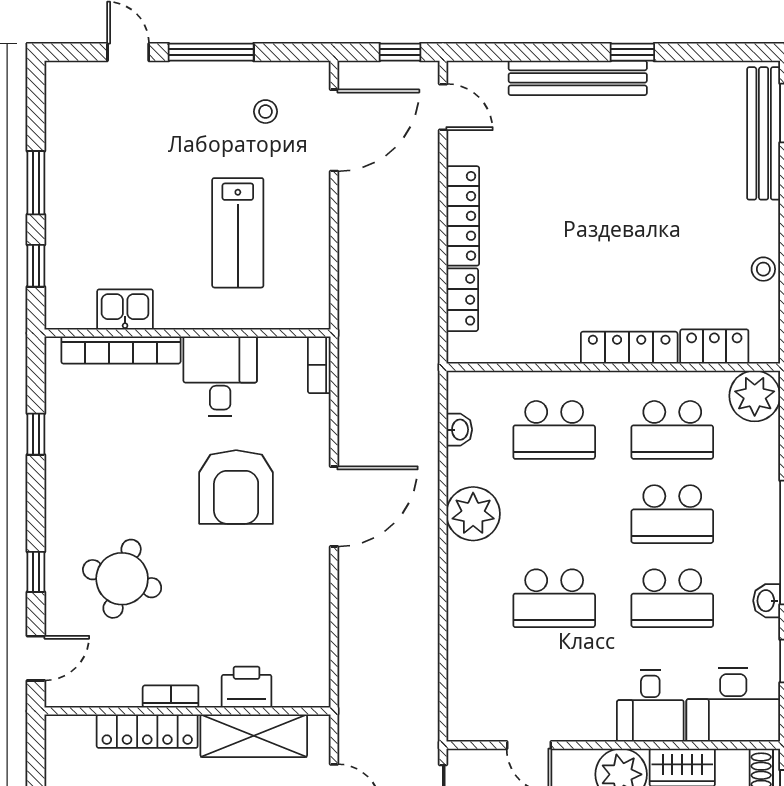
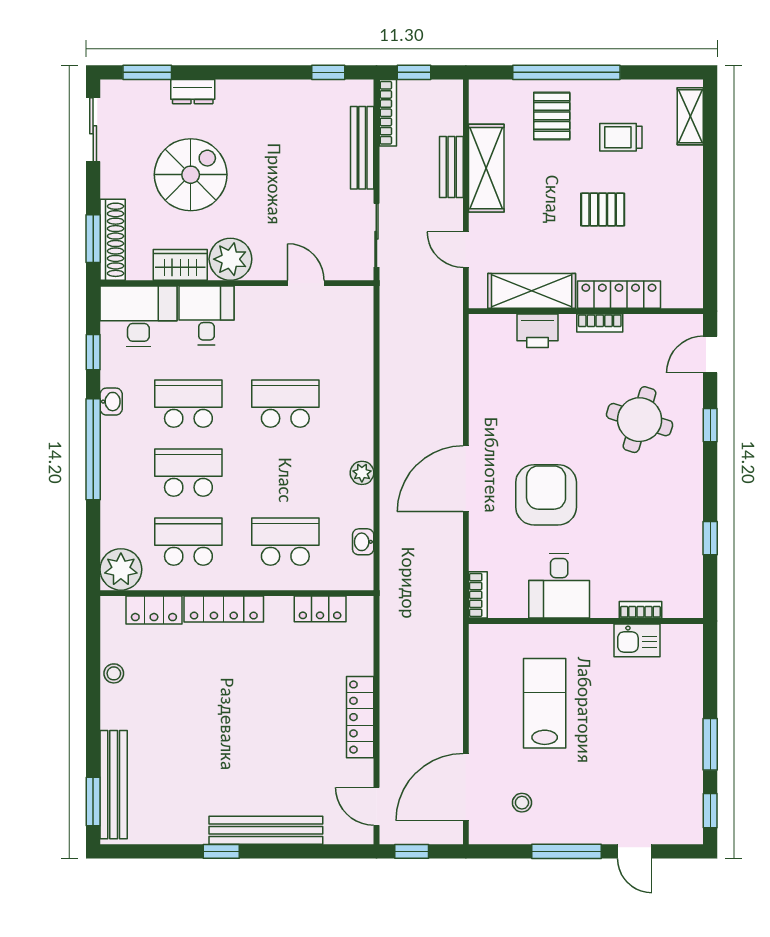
window: (36, 266) -> (710, 811), moved
locker: (462, 300) -> (320, 609), moved, turned -90
bookcase: (121, 350) -> (640, 610), width x0.43, depth x0.76
plant: (473, 514) -> (362, 473), width x0.53, depth x0.53

